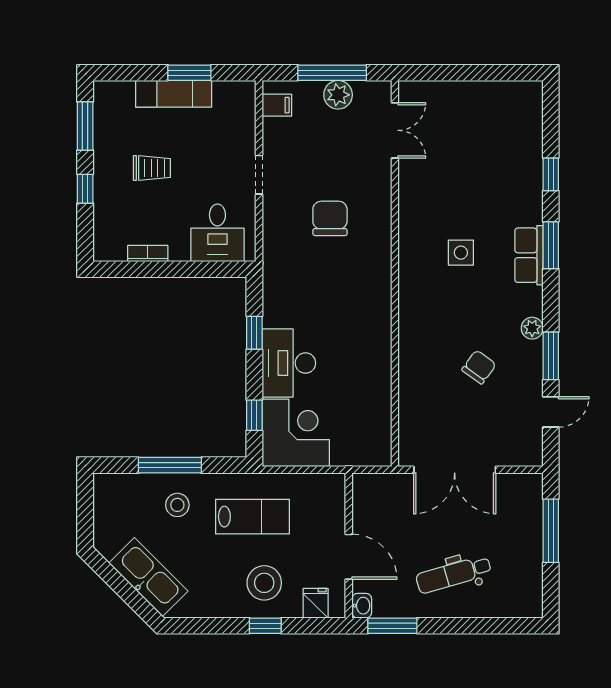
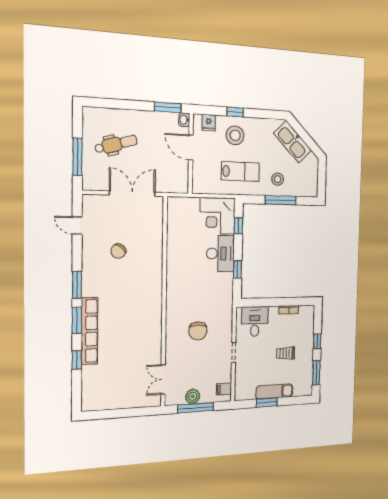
side table: (461, 253) -> (128, 315), removed
row of seats: (529, 255) -> (89, 331), width x2.02
plant: (532, 328) -> (88, 273), removed
window: (551, 356) -> (77, 285), moved
door: (551, 412) -> (77, 225), hinge flipped
lab bench: (253, 517) -> (240, 171), turned 180
dental chair: (454, 574) -> (116, 144), moved

